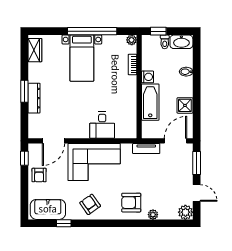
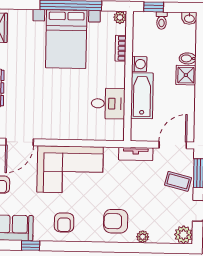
washbasin: (181, 42) -> (189, 18), width x0.52, depth x0.69
bed with nightstands: (82, 58) -> (66, 39), width x1.36
shower: (185, 105) -> (186, 75), moved
desk: (102, 125) -> (108, 104), moved, turned -90
coffee table: (180, 170) -> (178, 181), added
armchair: (90, 204) -> (64, 222), turned -145

